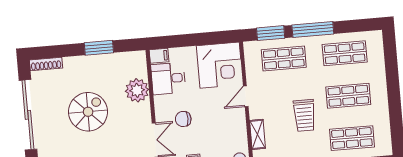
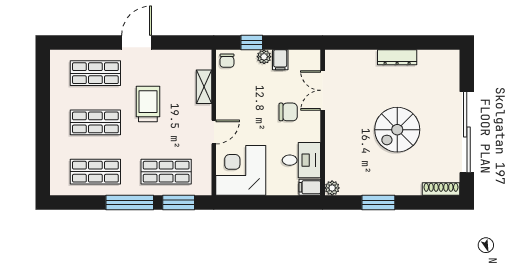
plant: (137, 90) -> (332, 188), moved, width x0.53, depth x0.53

